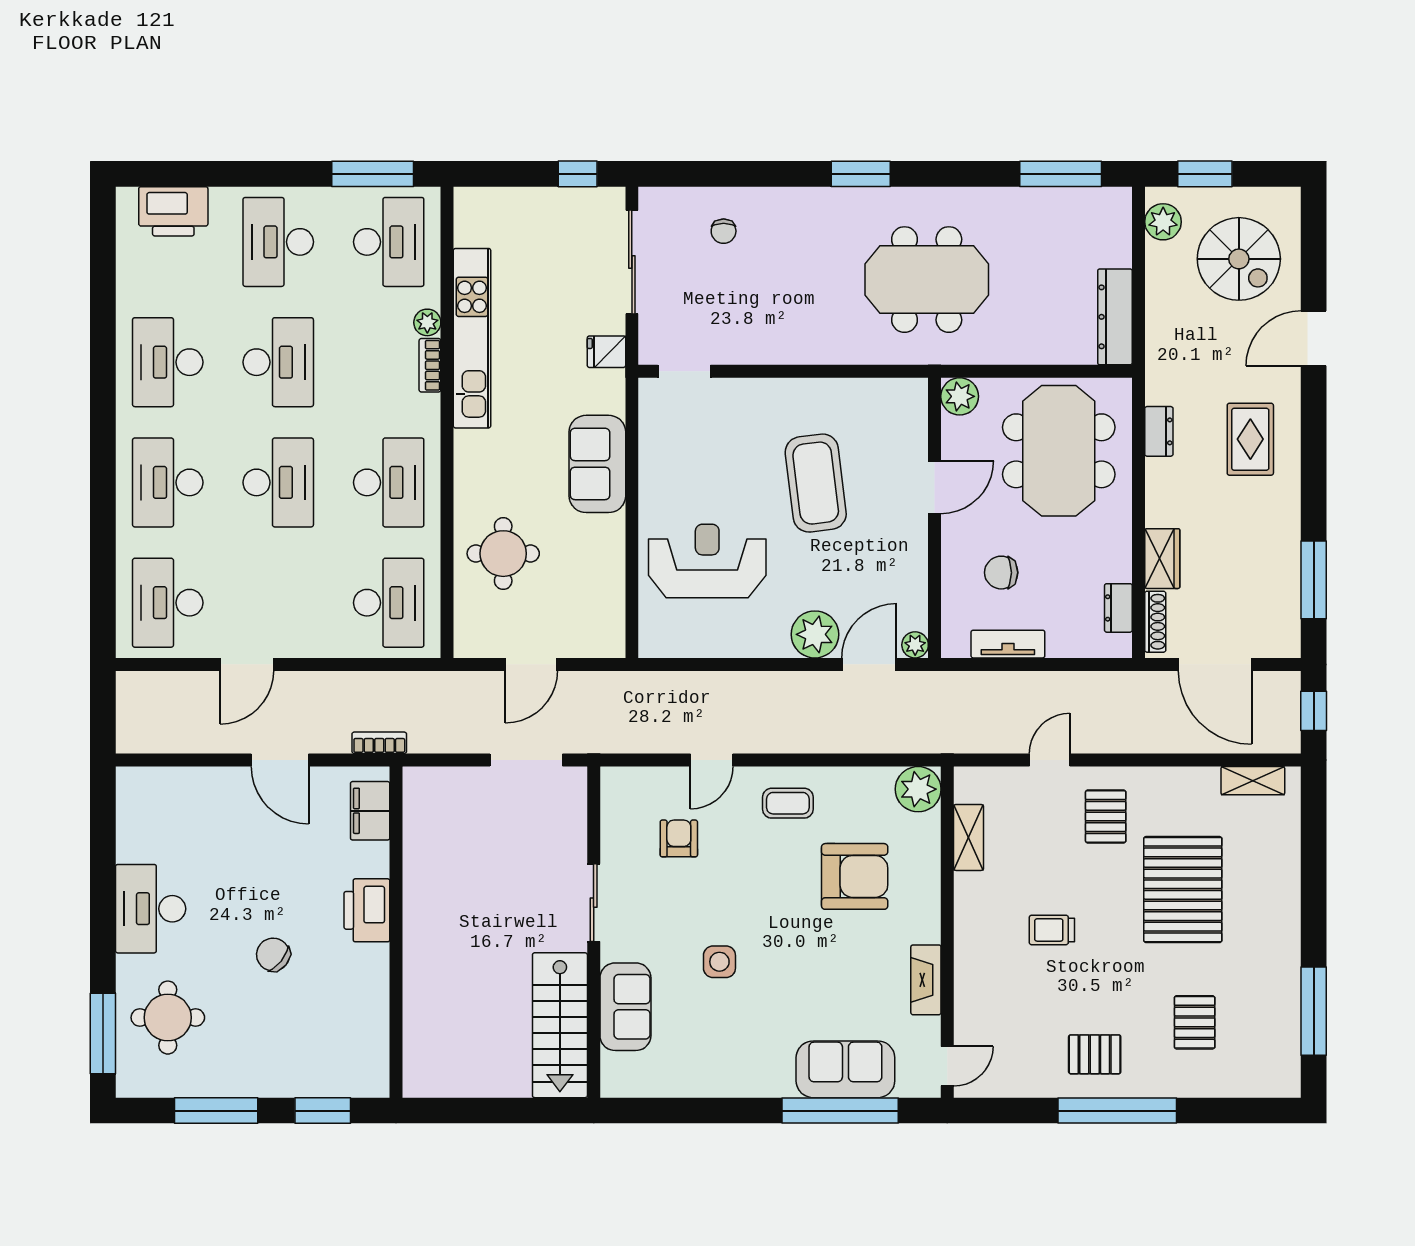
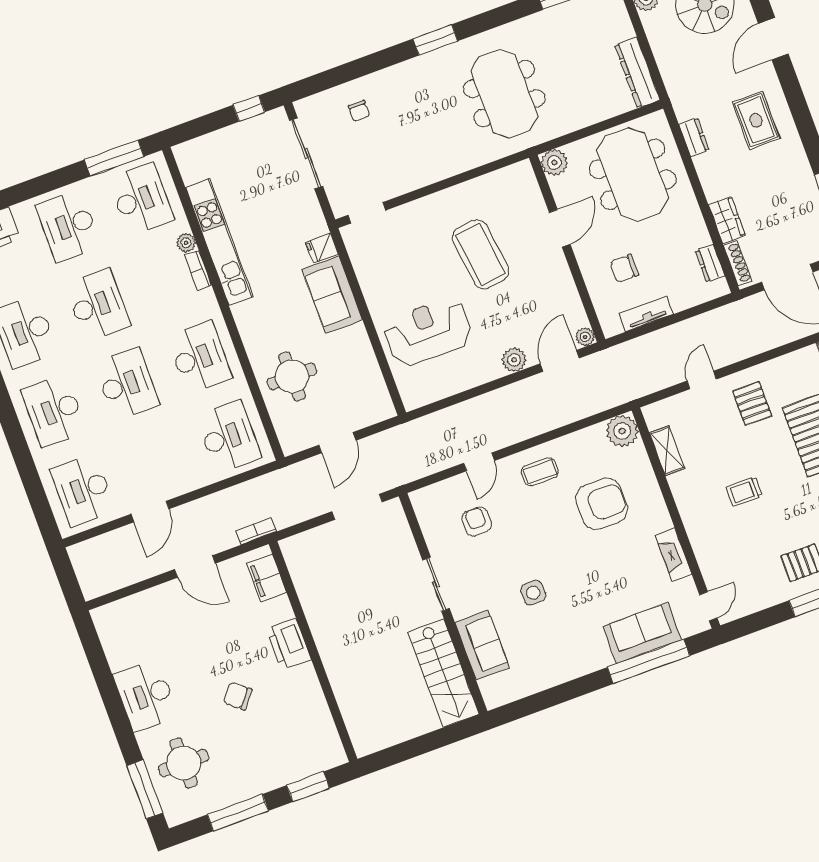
meeting table: (927, 280) -> (504, 94), turned 90
fridge: (606, 352) -> (322, 248), moved
plant: (815, 634) -> (514, 360), width x0.73, depth x0.73

